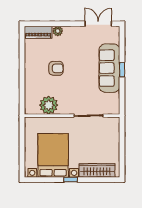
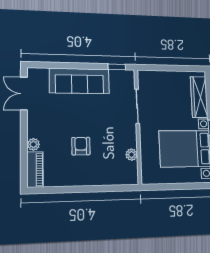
window: (122, 70) -> (117, 67), moved
plant: (49, 105) -> (132, 155), width x0.53, depth x0.53

